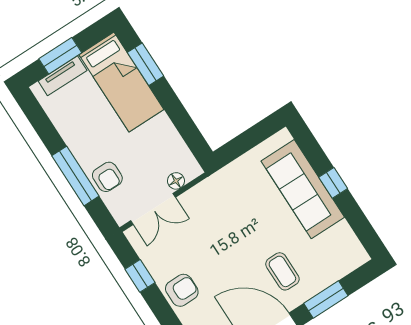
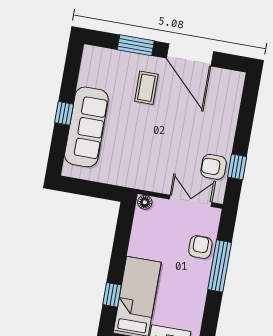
window: (145, 64) -> (112, 295), width x0.67
floor lamp: (176, 181) -> (145, 202), moved
armchair: (182, 290) -> (214, 167), moved

